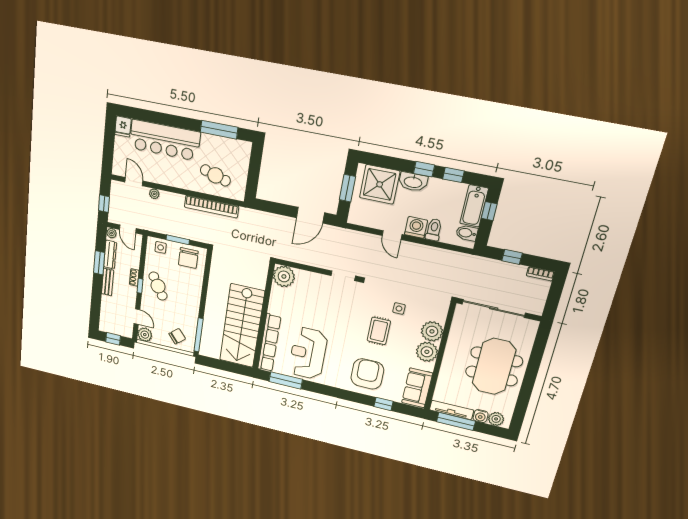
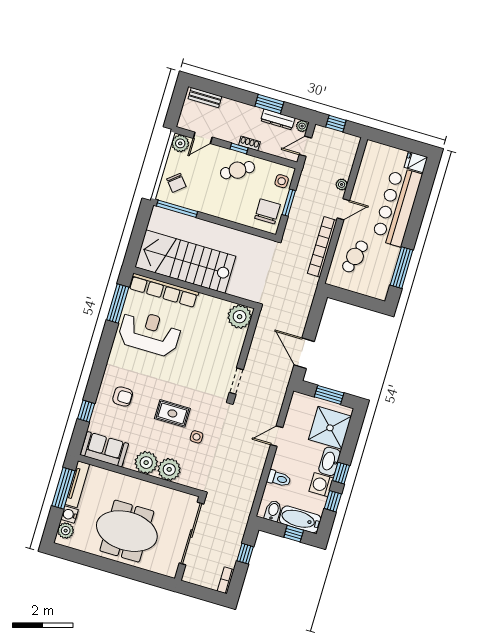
door: (134, 182) -> (343, 209), moved
washing machine: (416, 227) -> (321, 485), moved, turned 180
chair: (188, 258) -> (267, 211), turned 90
bench: (108, 282) -> (205, 98), moved
window: (113, 339) -> (177, 103), removed
armchair: (367, 374) -> (123, 396), width x0.53, depth x0.53

